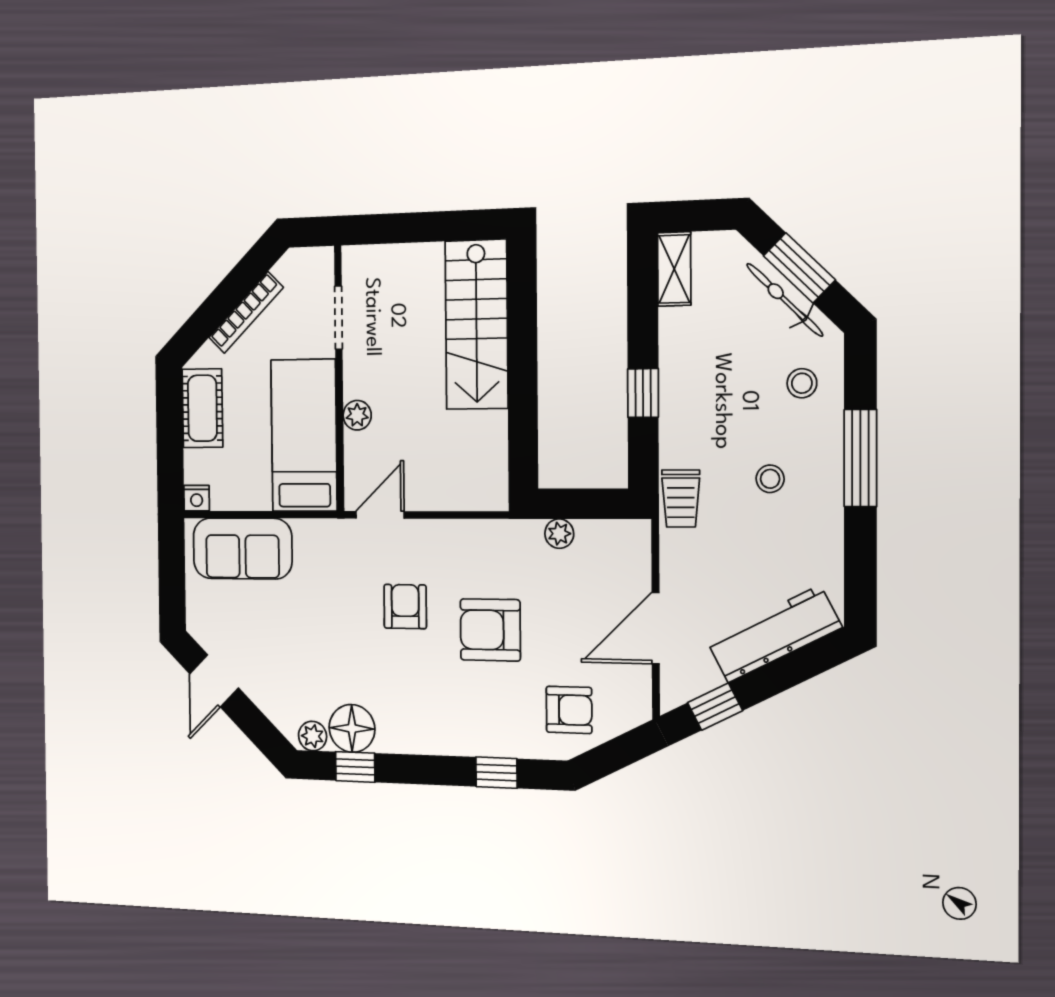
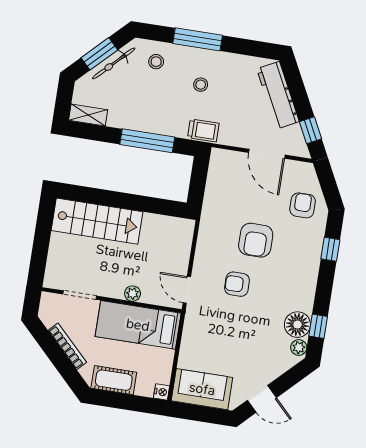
window: (643, 393) -> (147, 141), width x2.17
plant: (559, 534) -> (211, 196), removed
sofa: (242, 549) -> (202, 389), moved, turned -90

